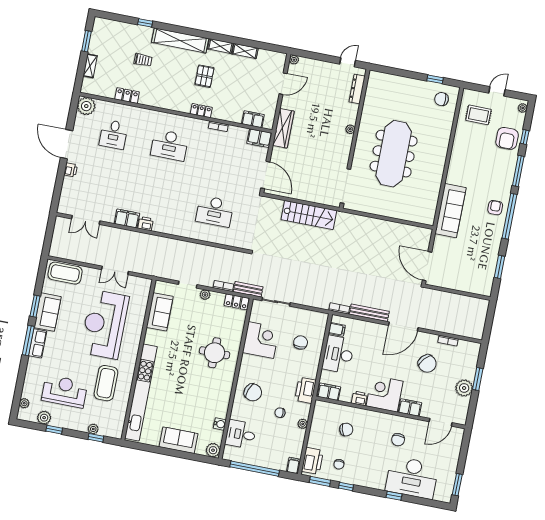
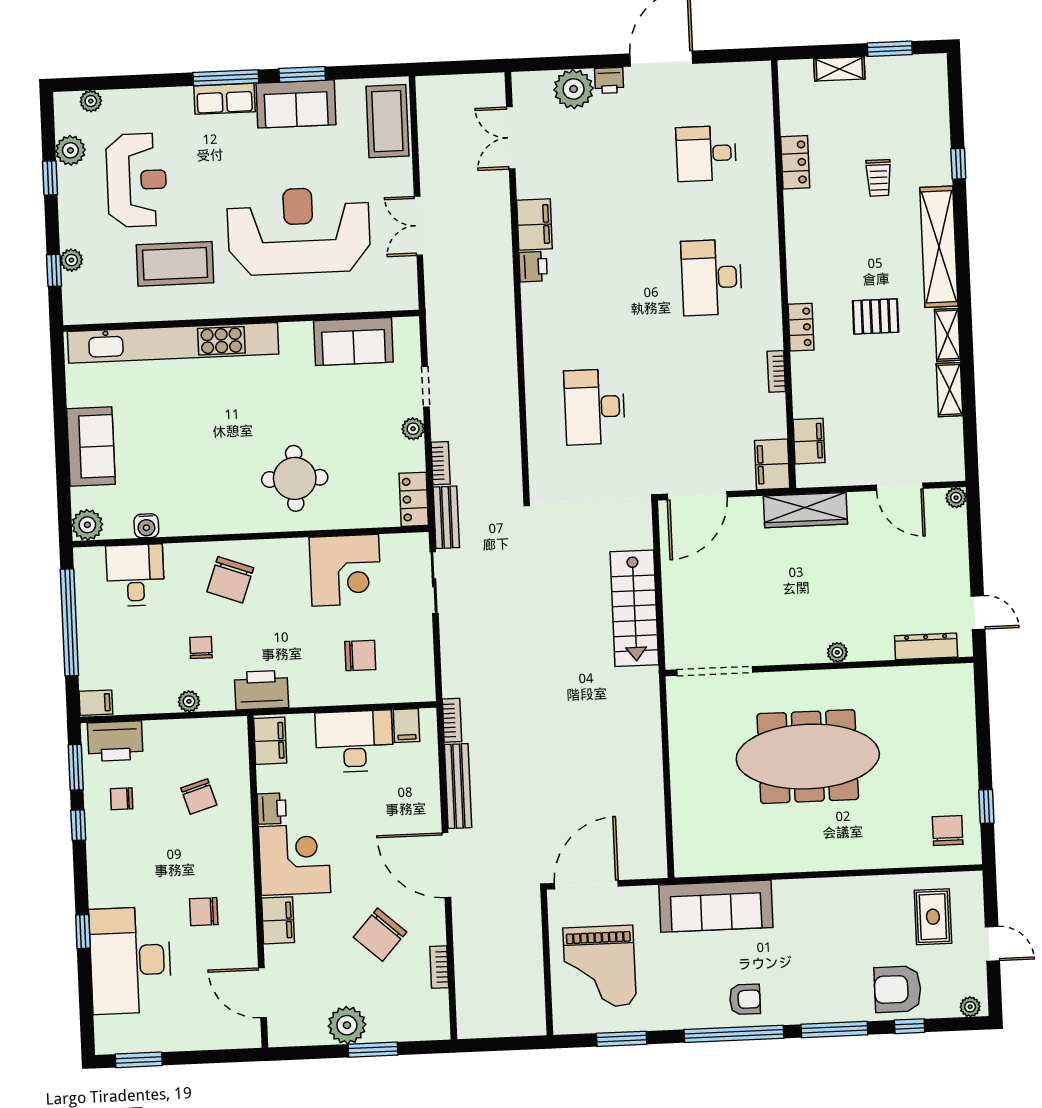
plant: (86, 106) -> (574, 89), moved
grand piano: (465, 269) -> (600, 967), added

